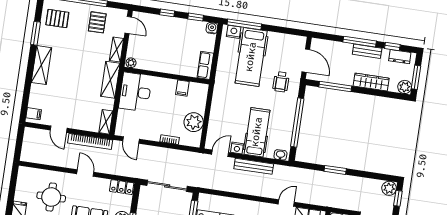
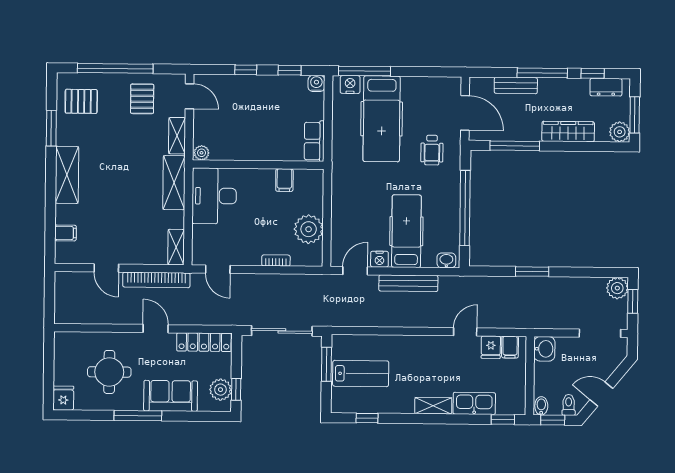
bench: (367, 51) -> (516, 85), moved
filing cabinet: (34, 114) -> (66, 233), moved
locker: (122, 187) -> (204, 342), width x1.53

